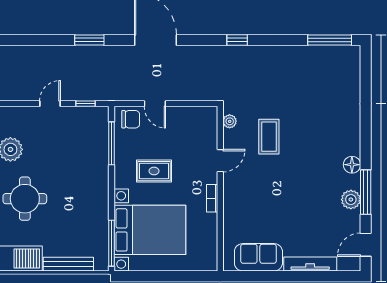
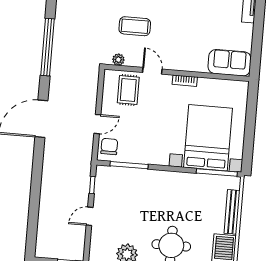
window: (89, 40) -> (37, 177), removed
window: (237, 40) -> (47, 47), width x3.17
door: (50, 104) -> (90, 216), hinge flipped
rug: (154, 171) -> (128, 90), moved
sofa: (258, 257) -> (230, 63), moved, turned 90

